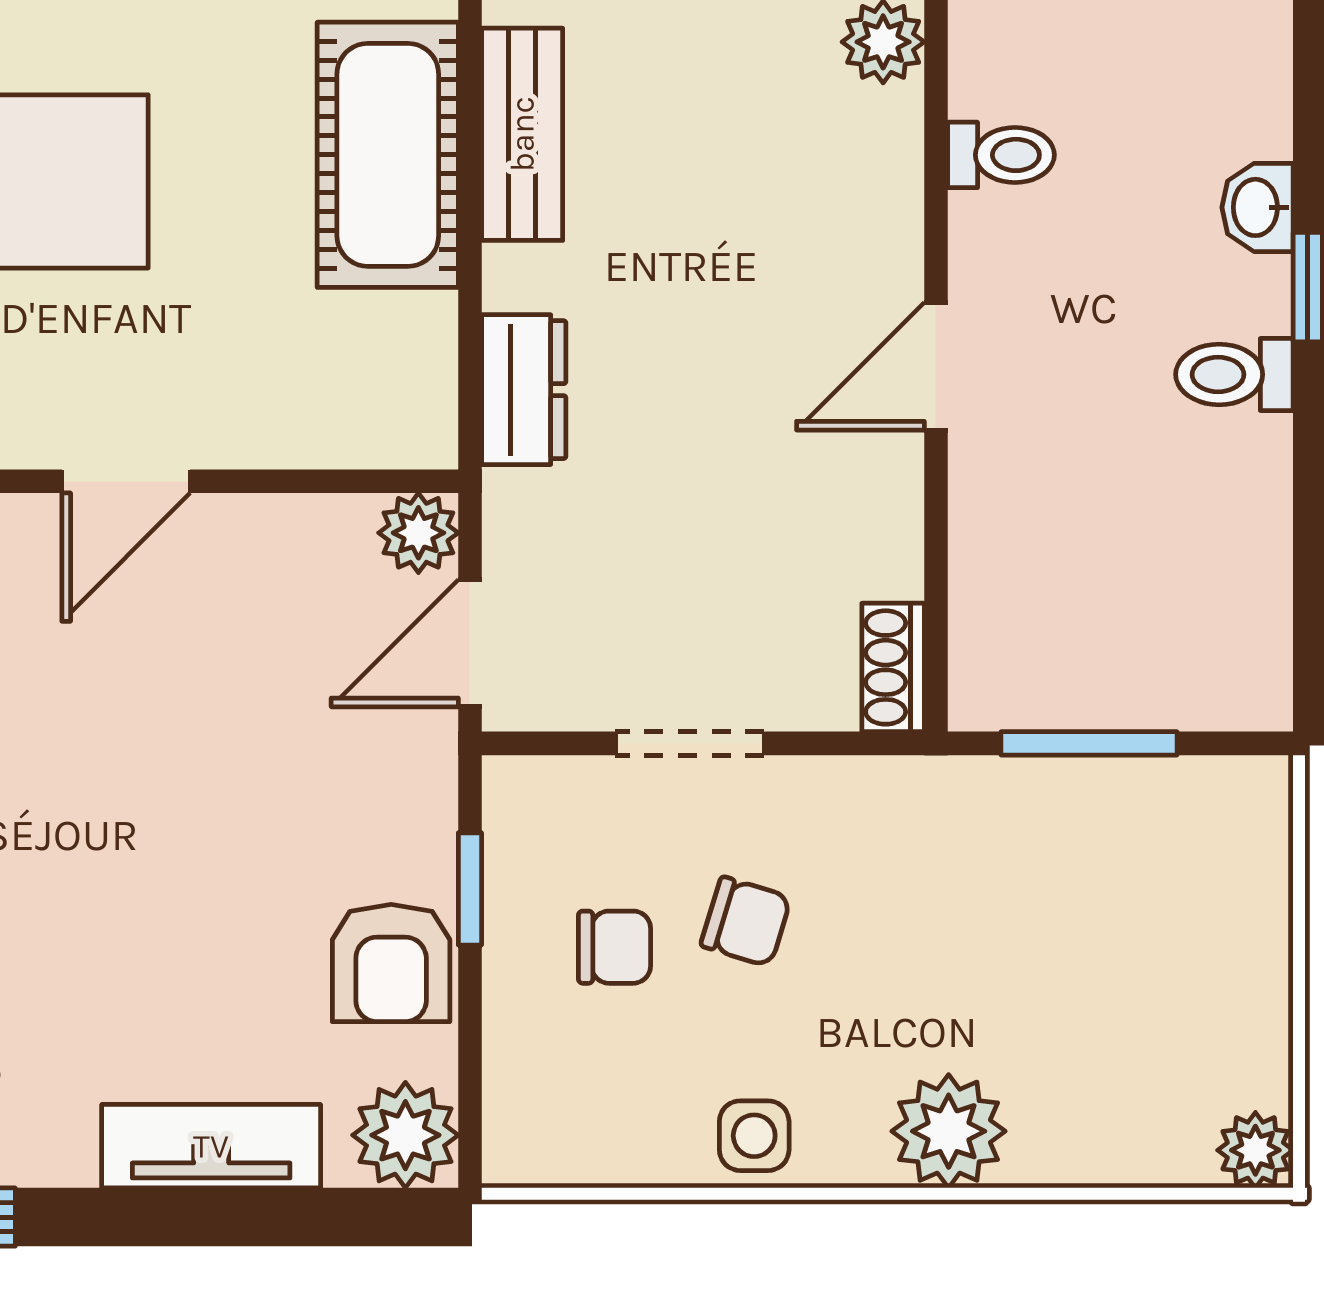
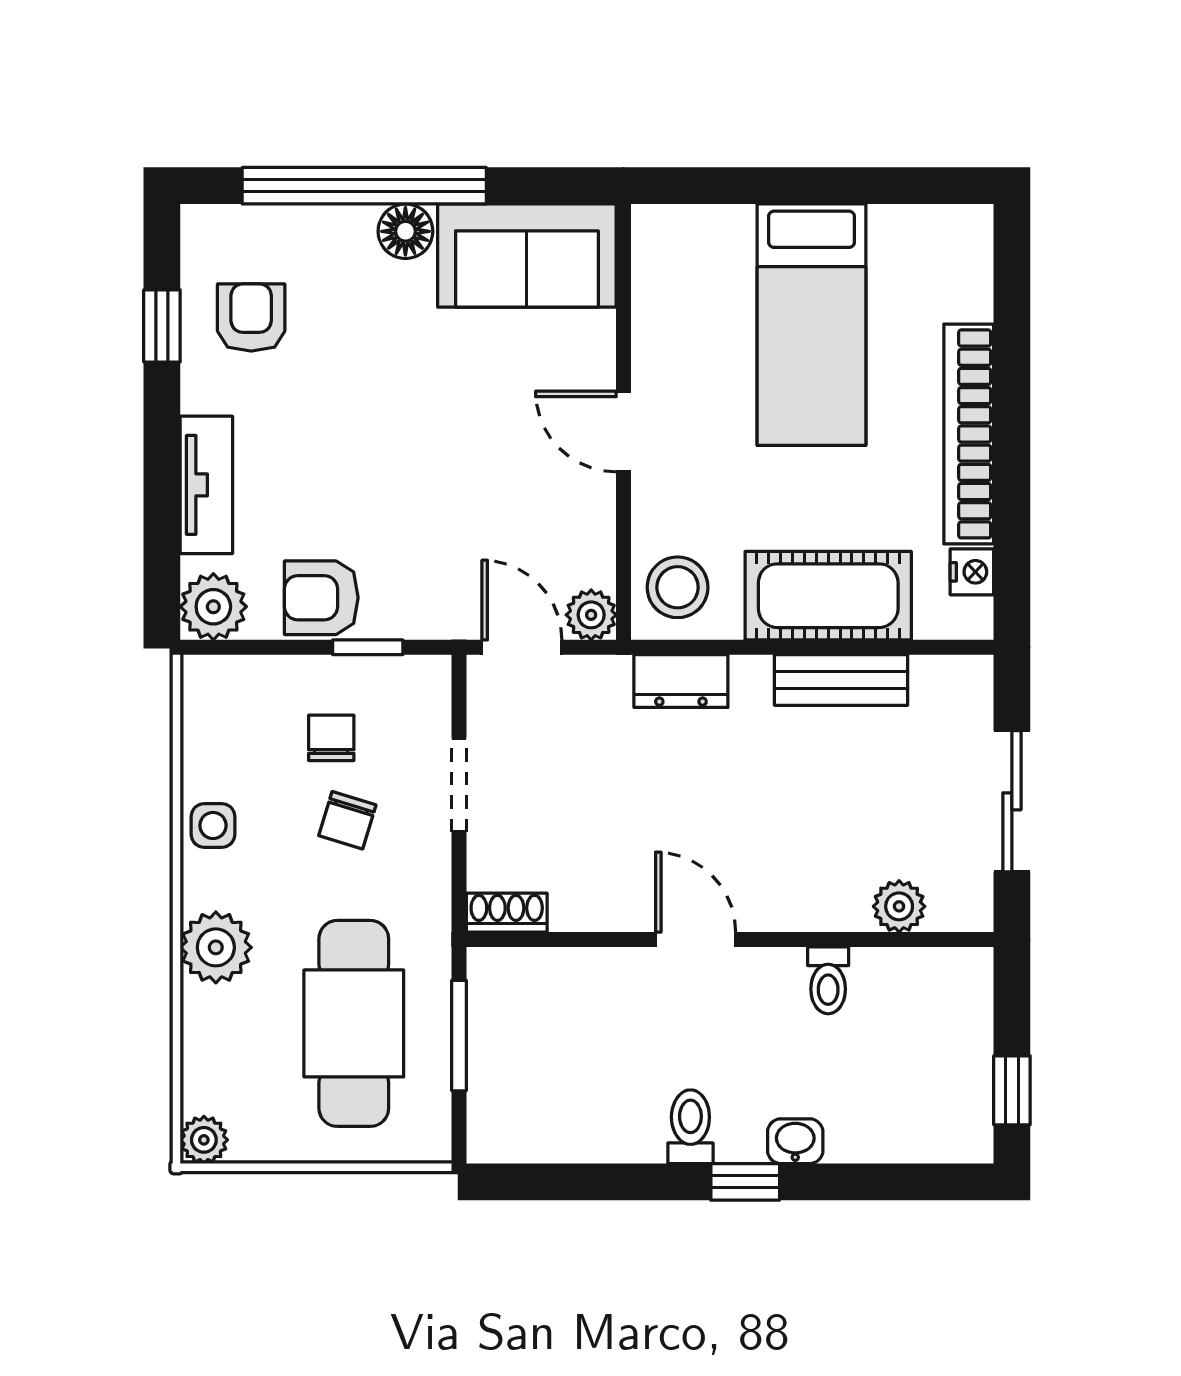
stool: (374, 395) -> (678, 587), added
cafe table: (1070, 911) -> (354, 1023), added
chair: (615, 947) -> (331, 738), turned 180

